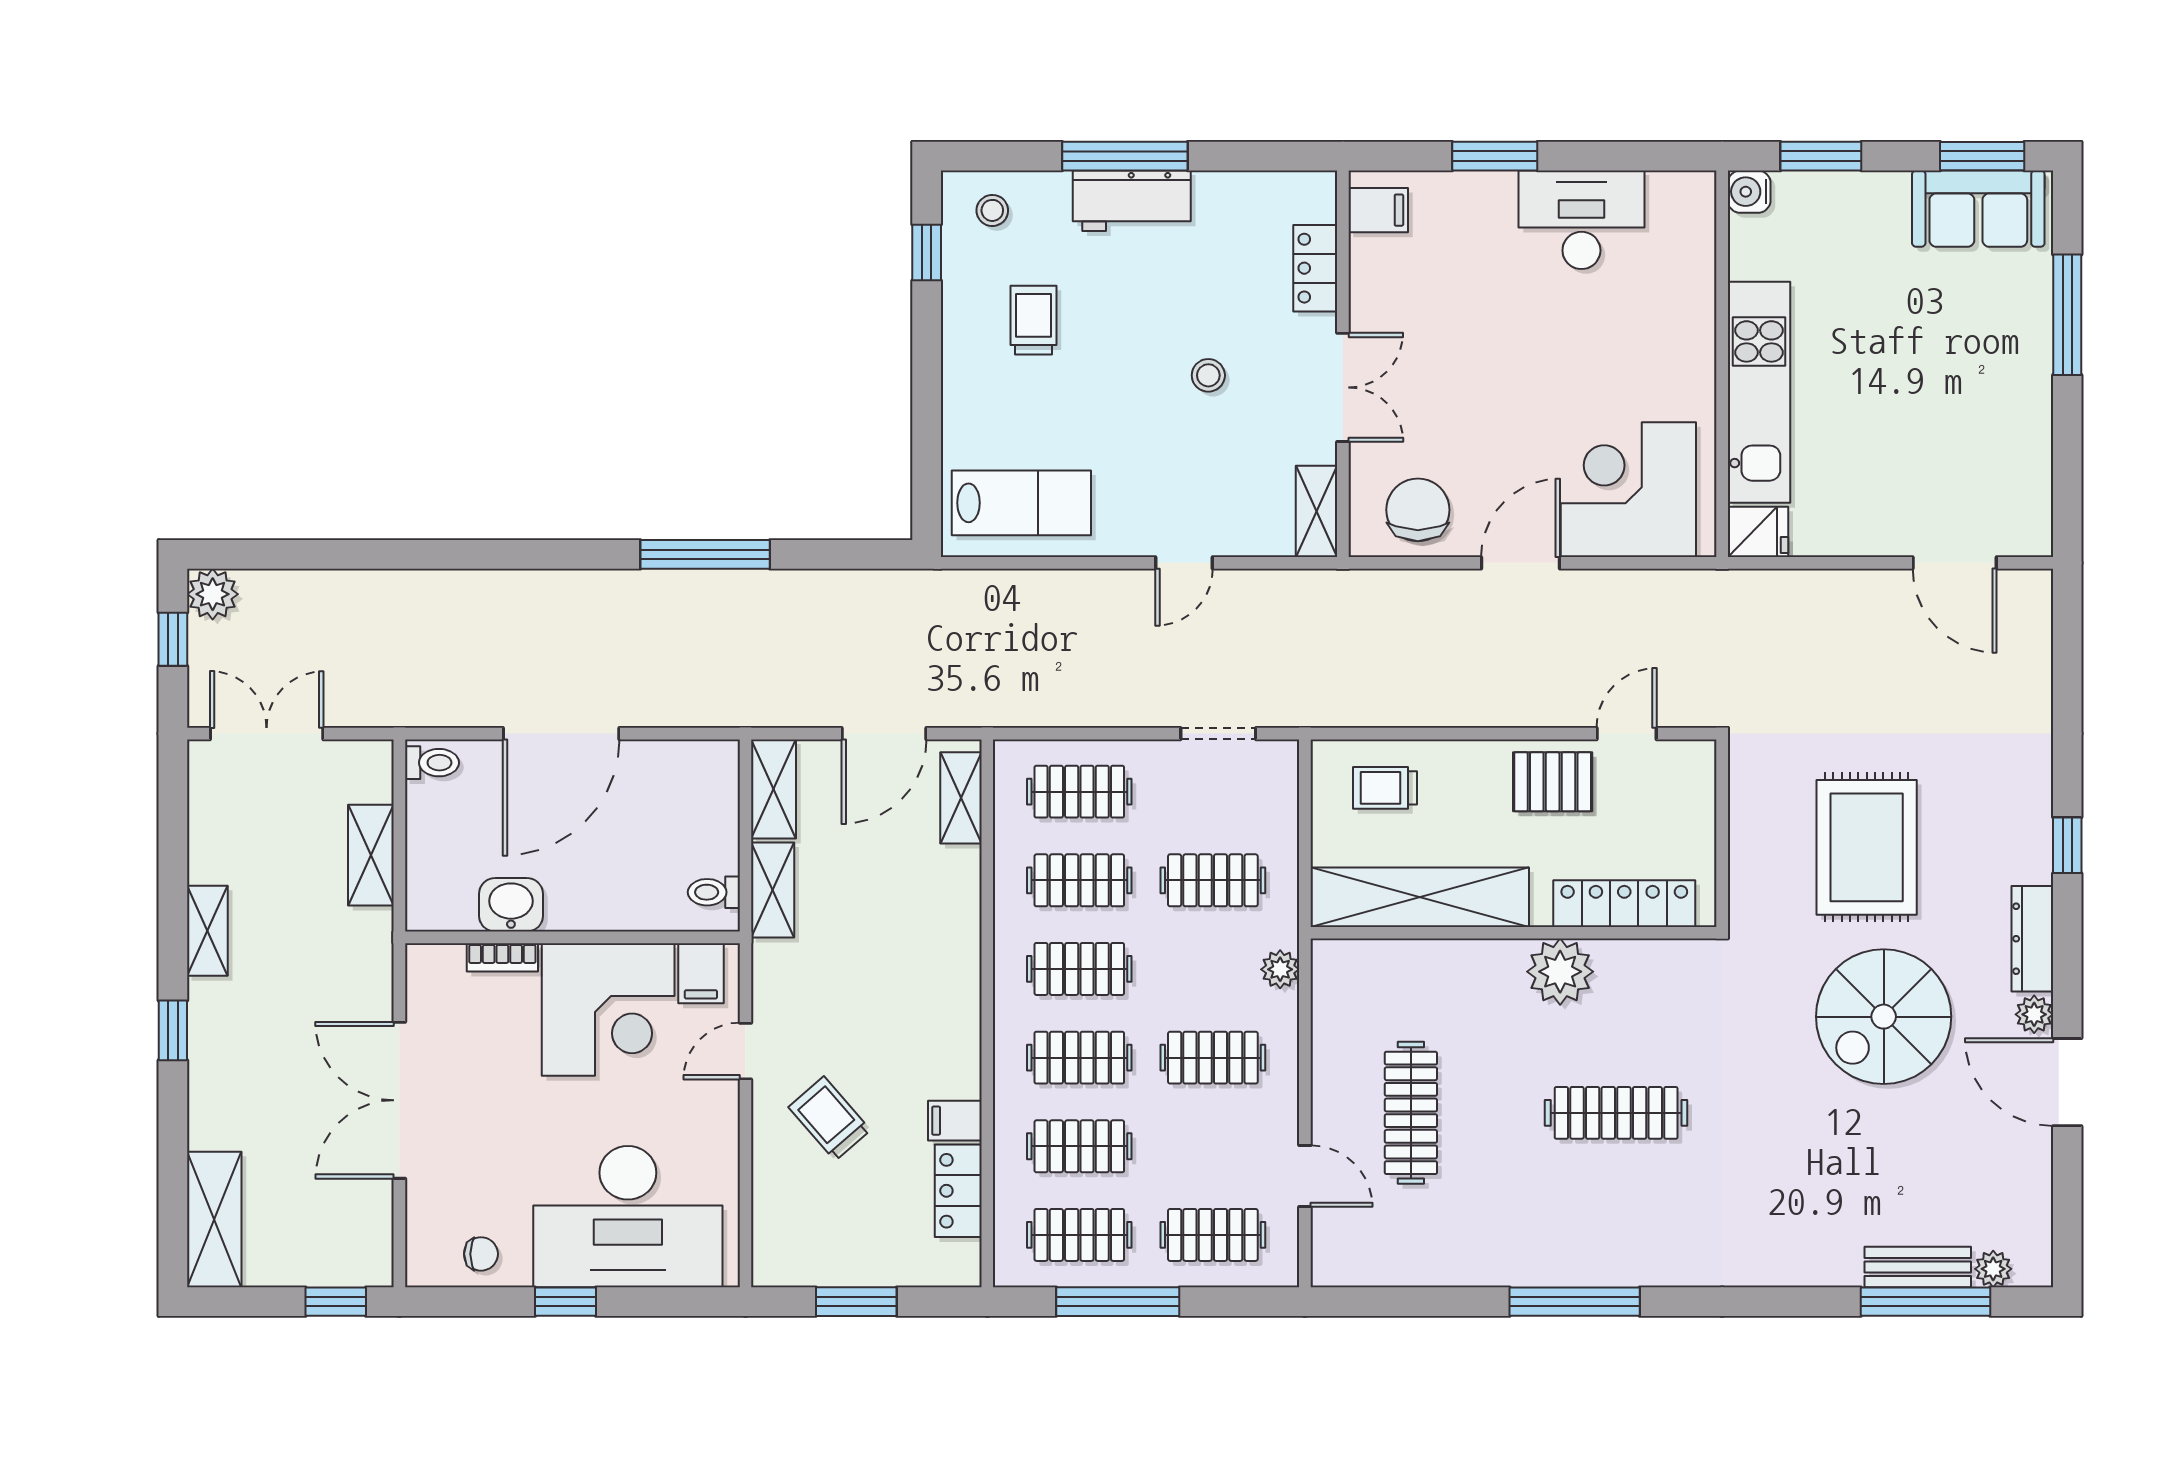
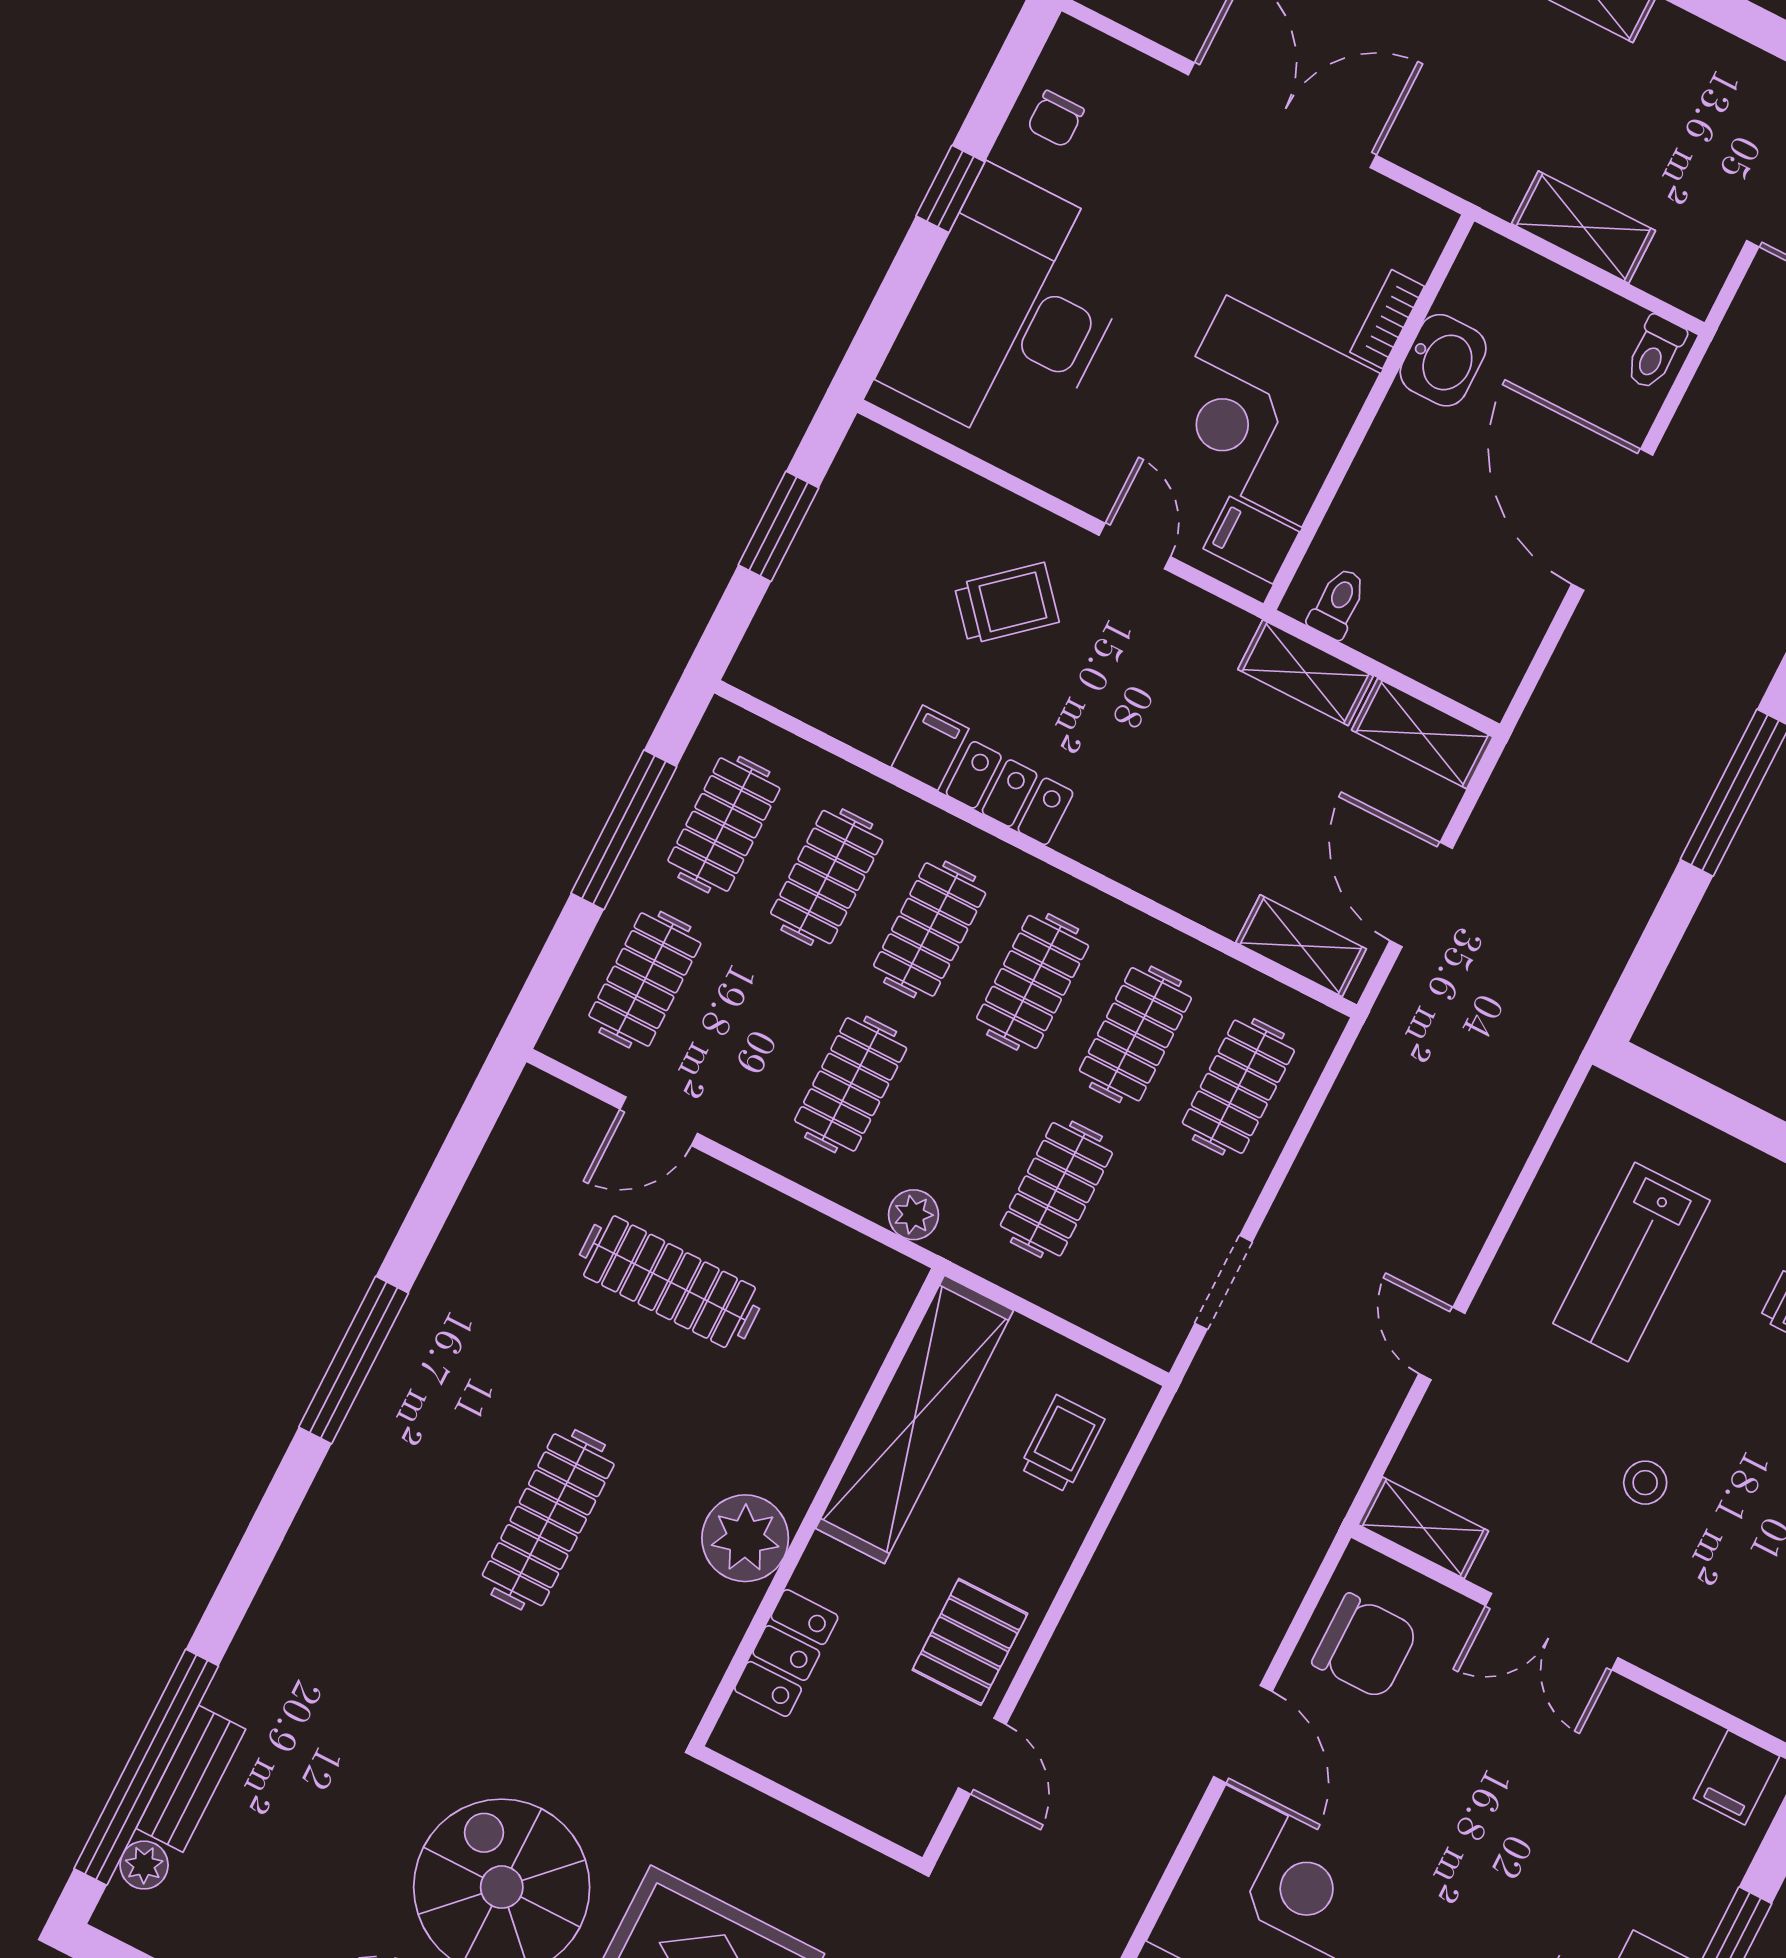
locker: (1315, 268) -> (1706, 1670), removed
lab bench: (1021, 503) -> (1631, 1262), moved
locker: (1624, 904) -> (786, 1653), width x0.66
locker: (958, 1191) -> (1010, 793), moved
window: (1926, 1302) -> (146, 1767), width x1.46

